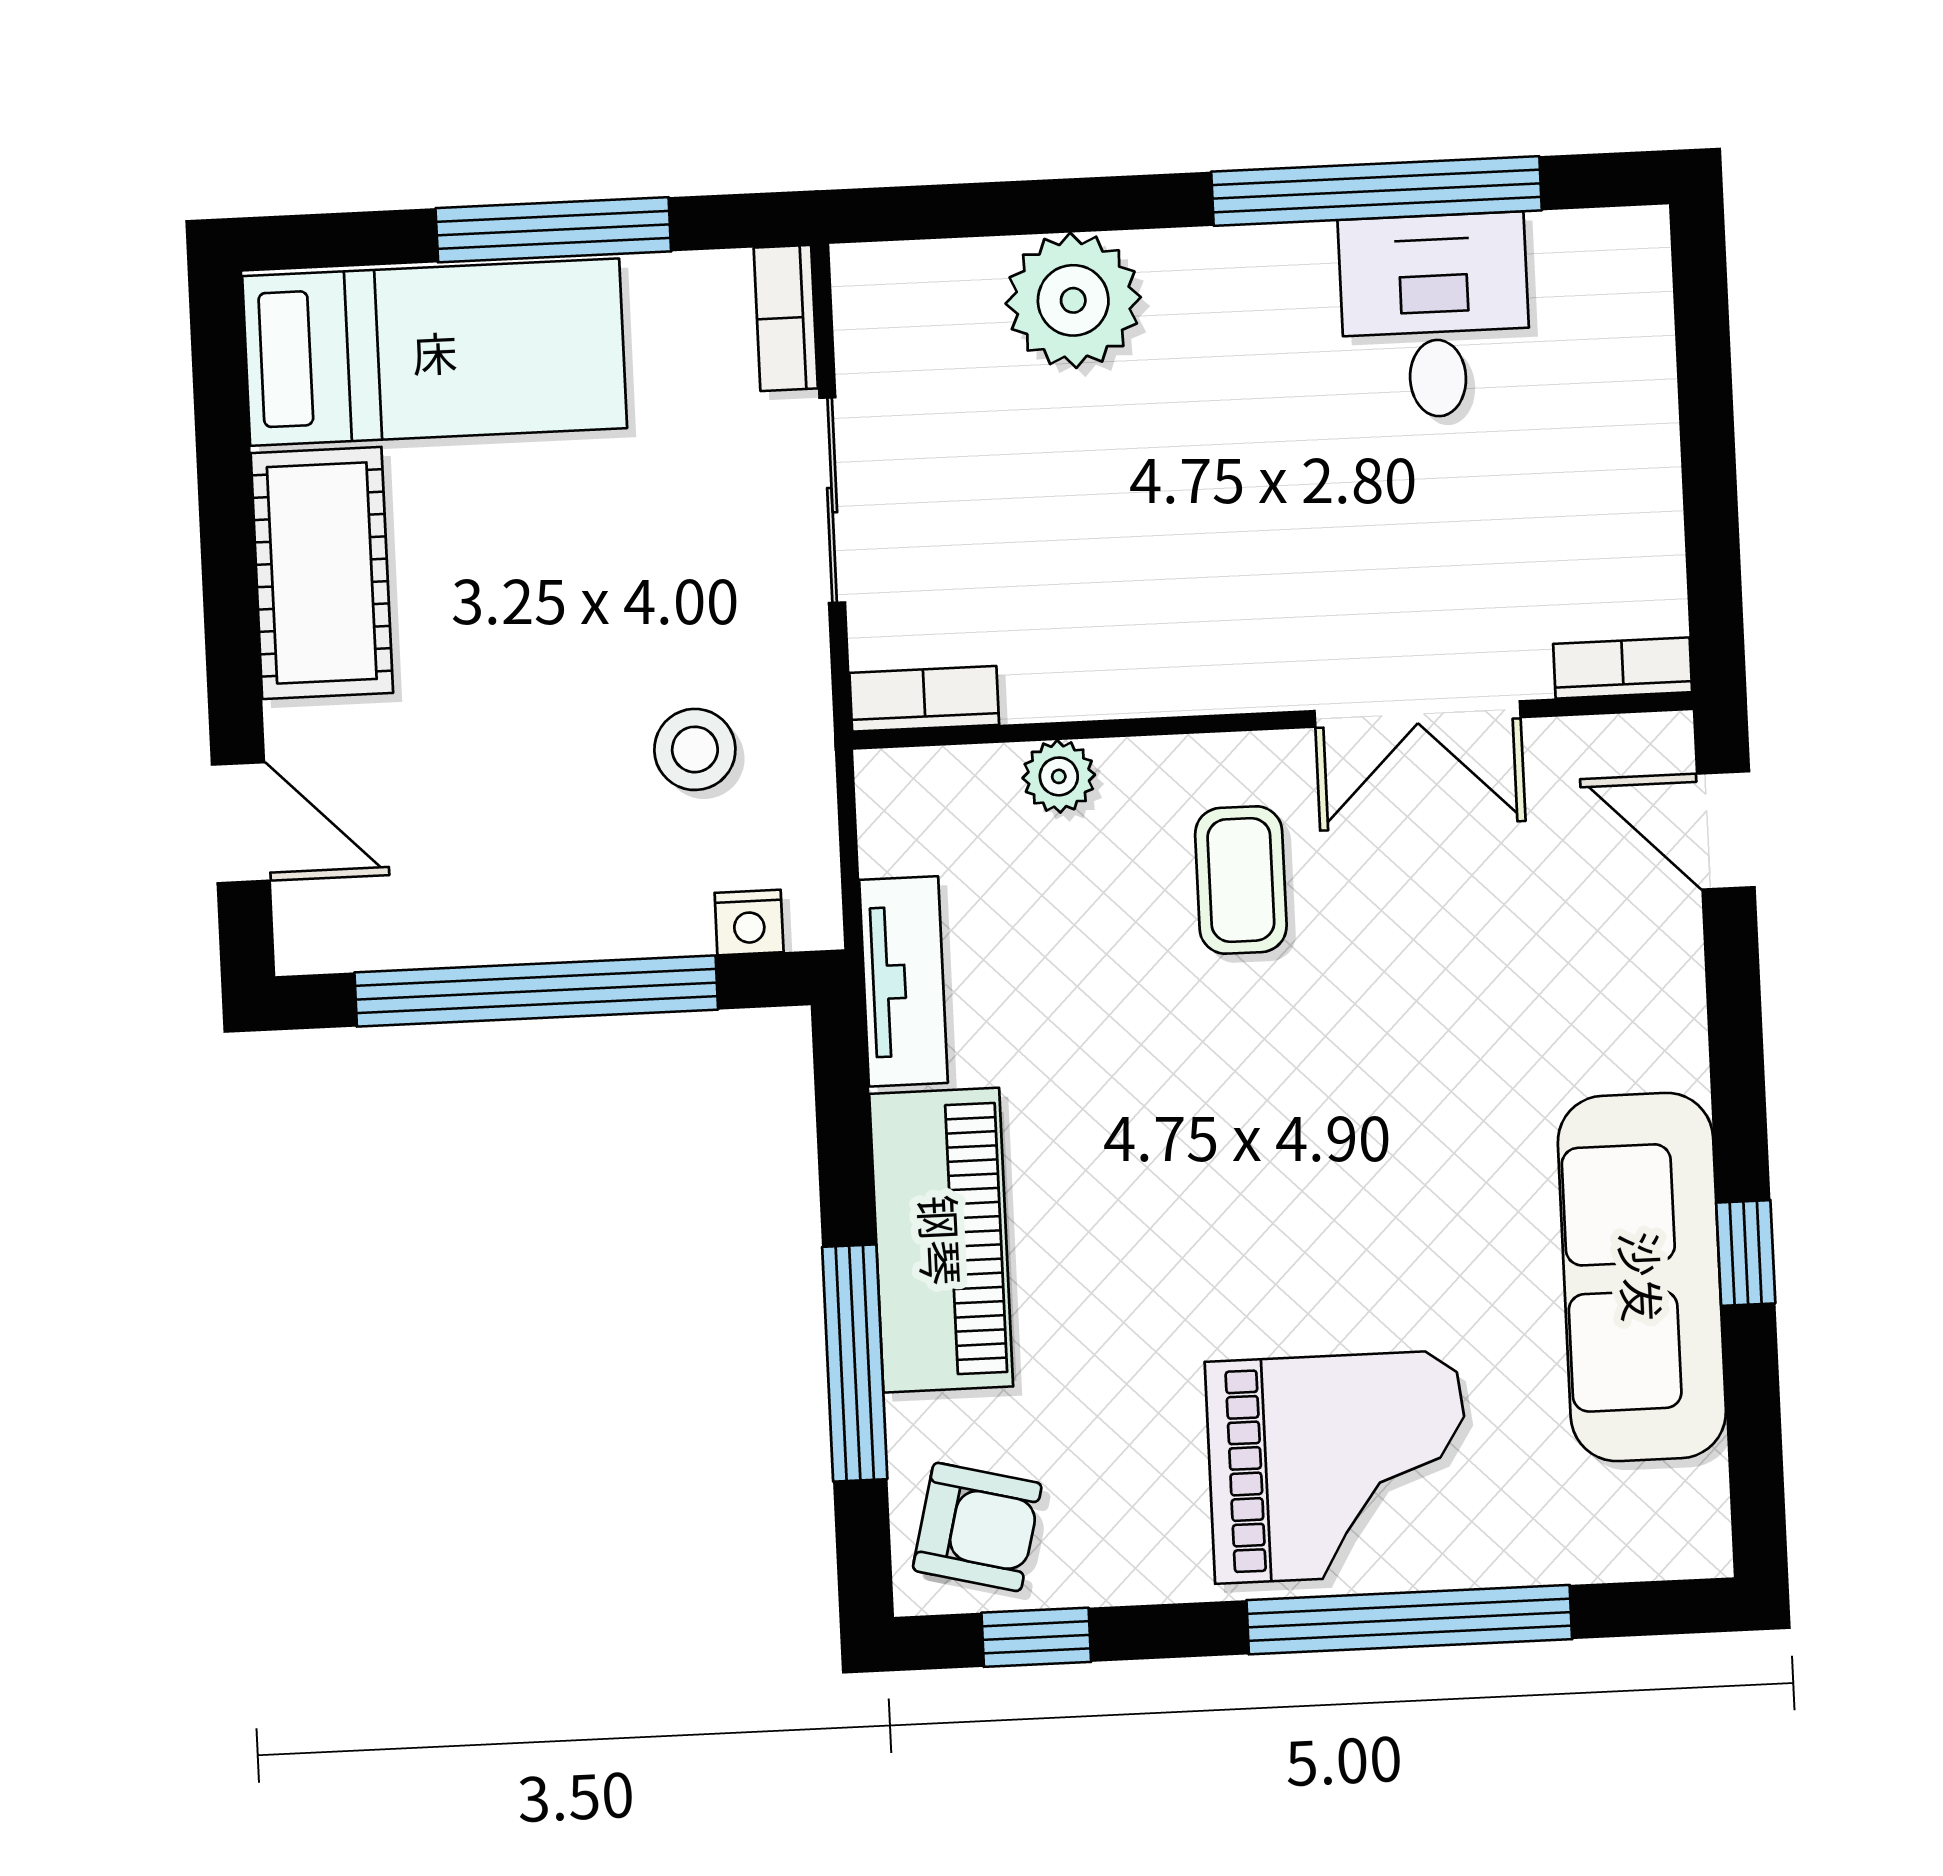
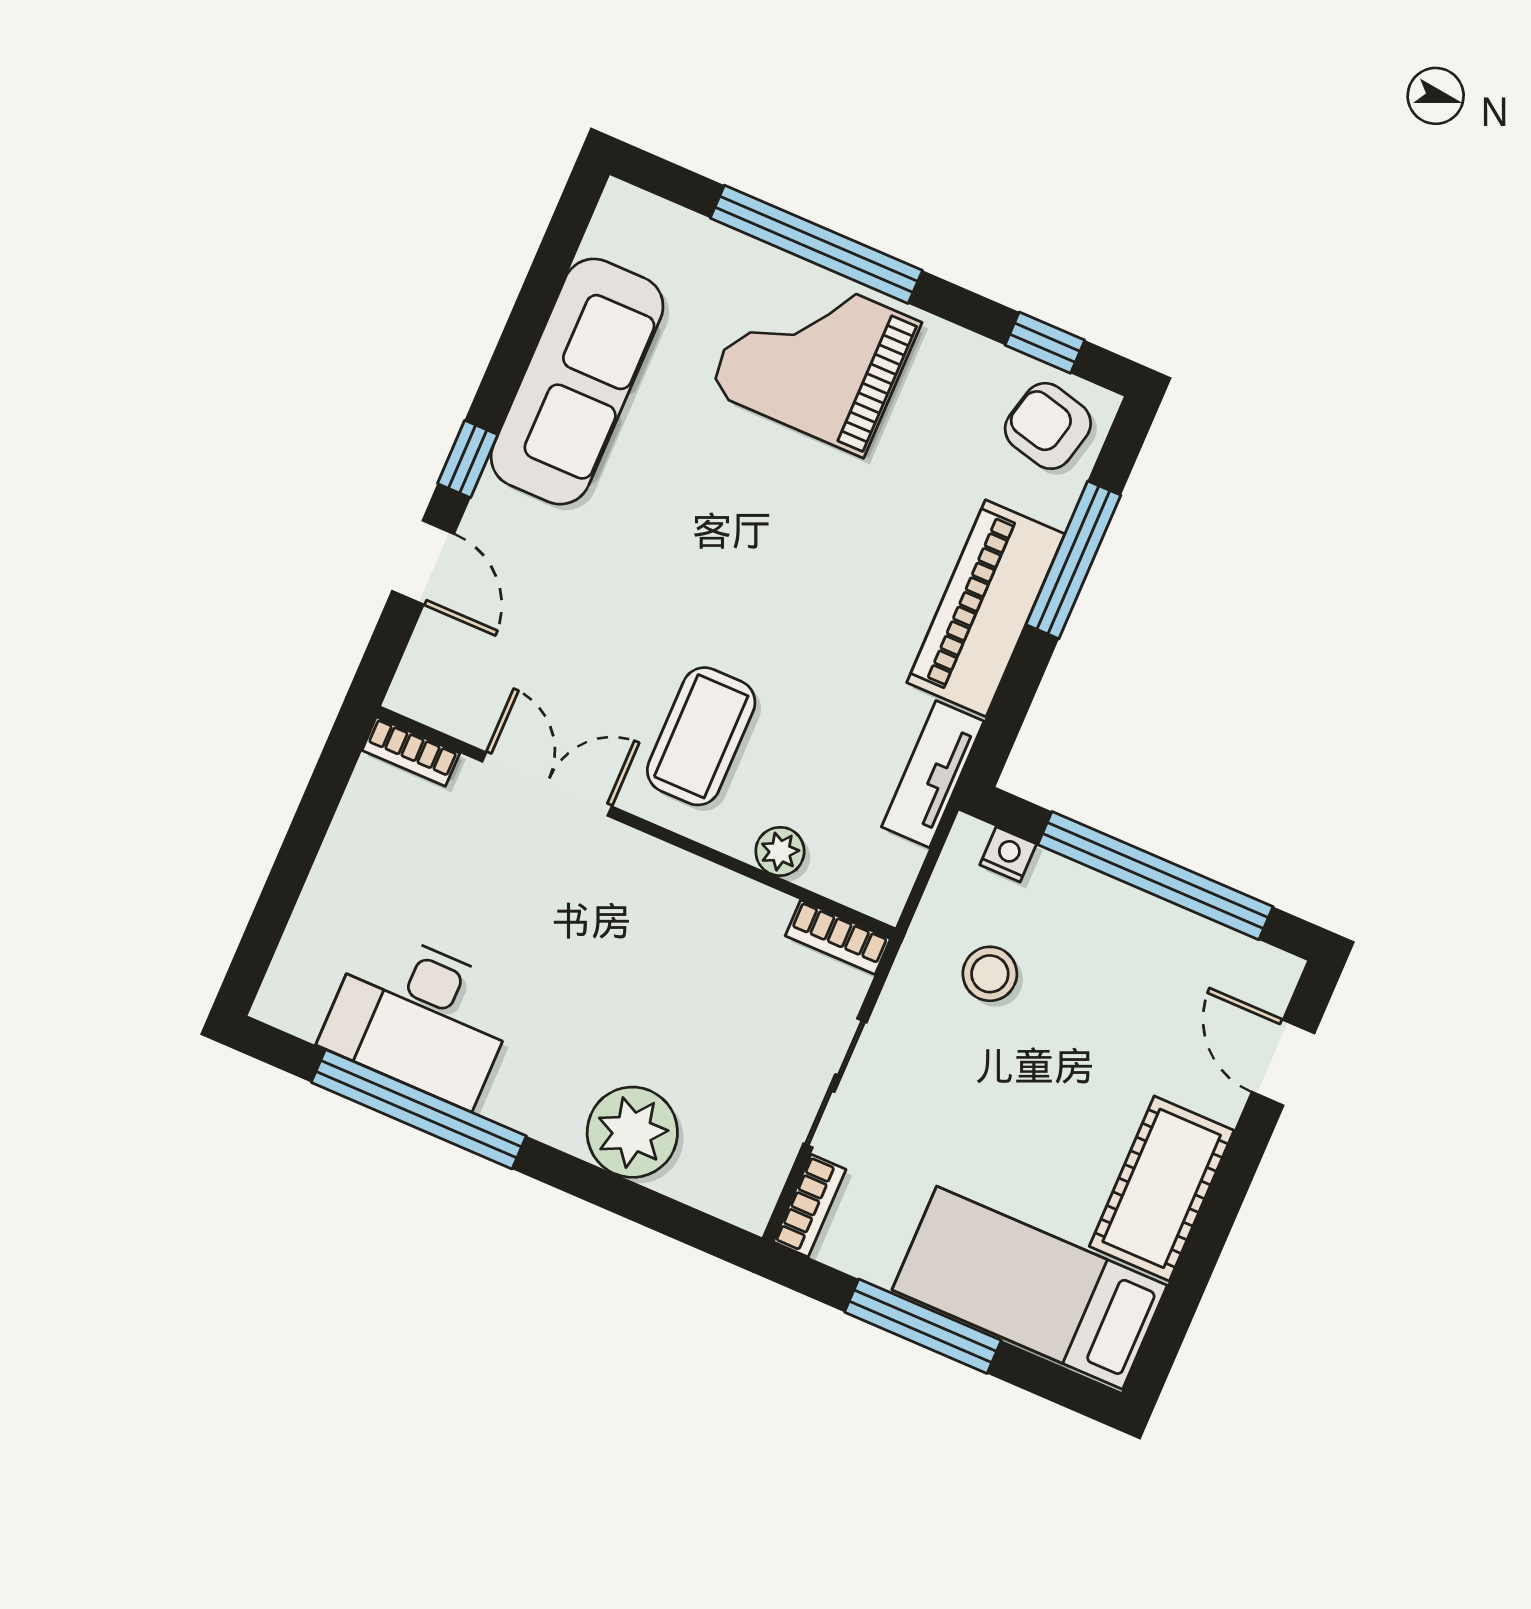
desk: (1435, 316) -> (420, 1017), width x1.37
door: (1726, 830) -> (423, 562), moved
coffee table: (1241, 880) -> (701, 736), width x1.36, depth x1.30
window: (1746, 1253) -> (468, 459), moved

